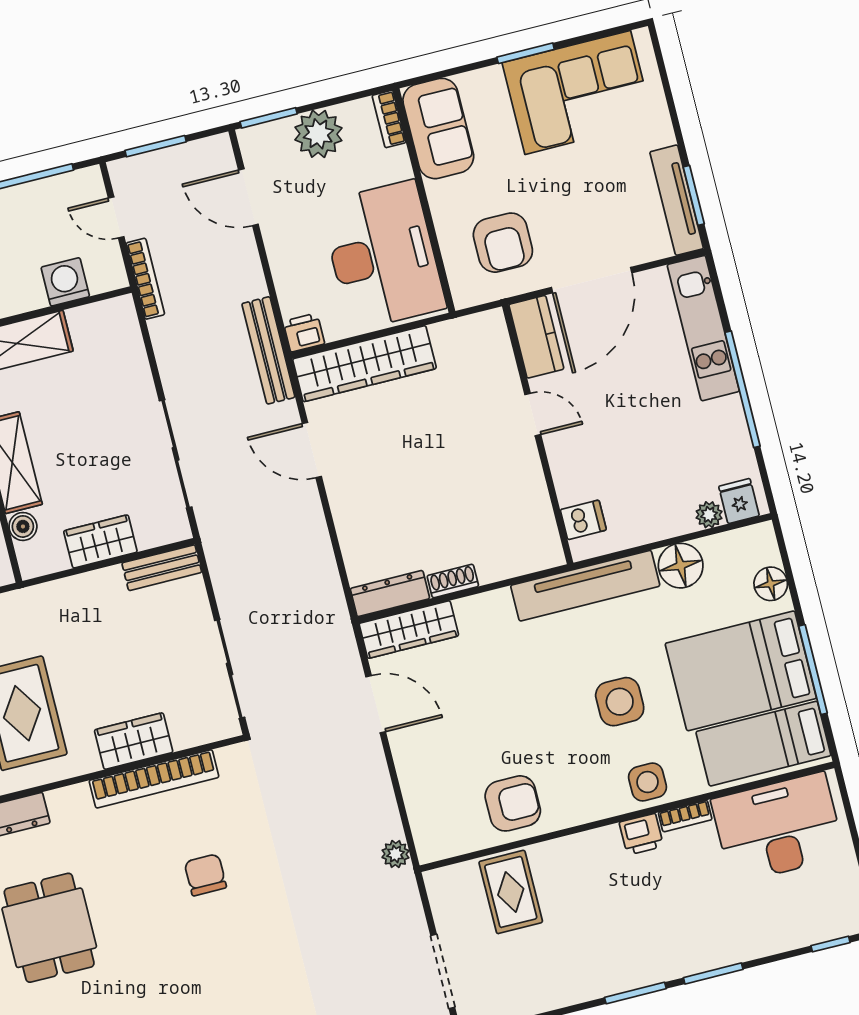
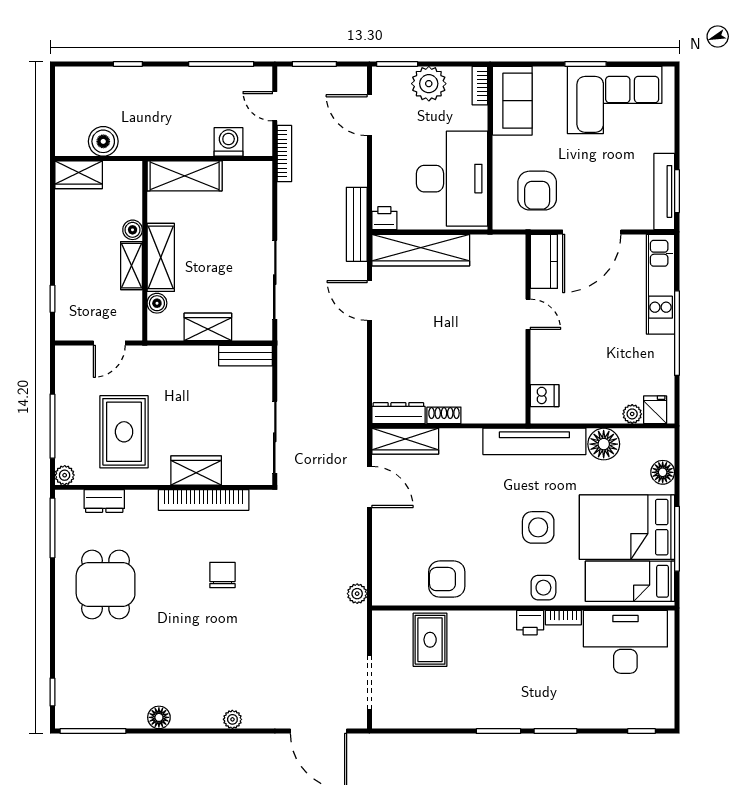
armchair: (513, 803) -> (447, 579), turned 180

